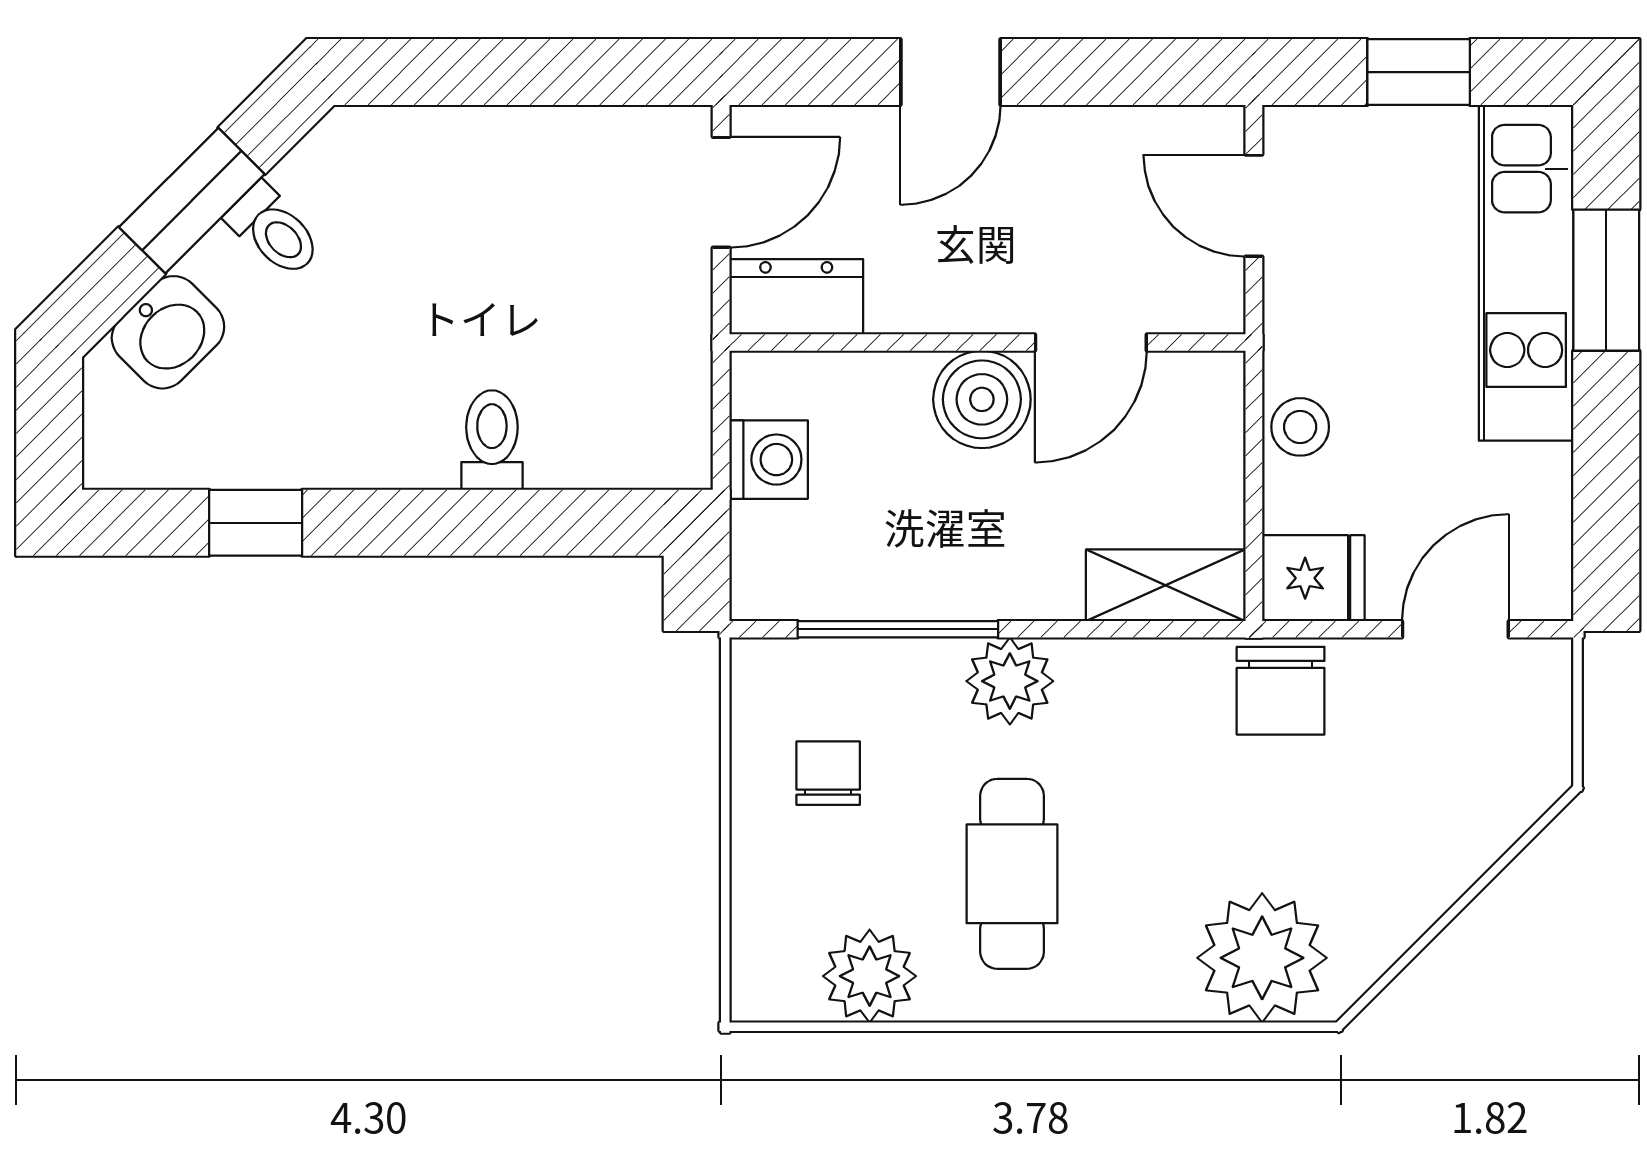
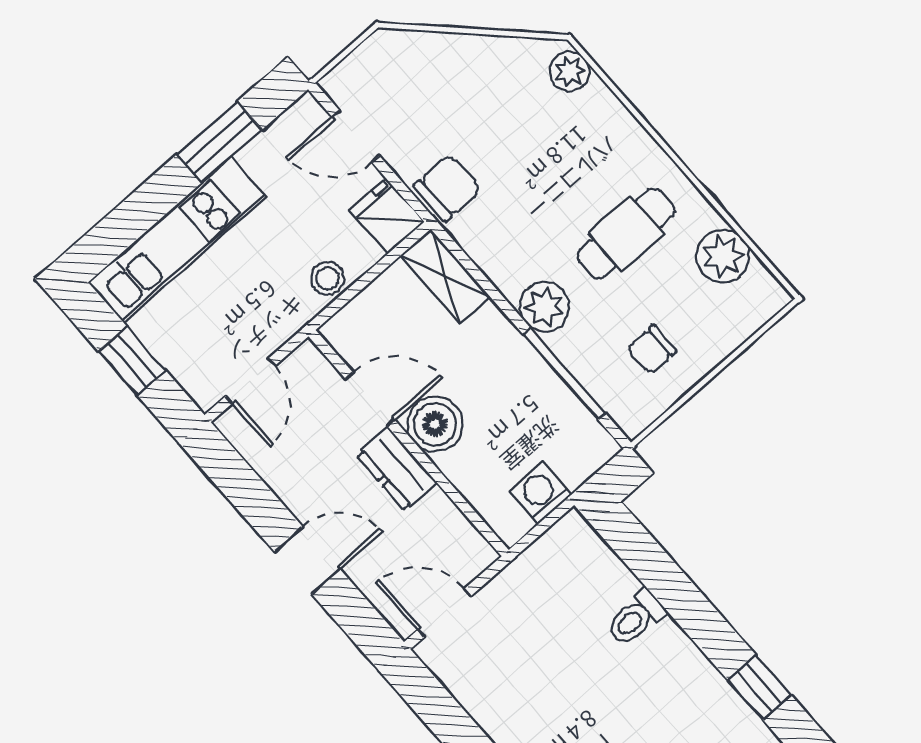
window: (1606, 280) -> (219, 142), moved
dresser: (796, 297) -> (397, 469), moved
plant: (1262, 958) -> (570, 71), width x0.53, depth x0.53

